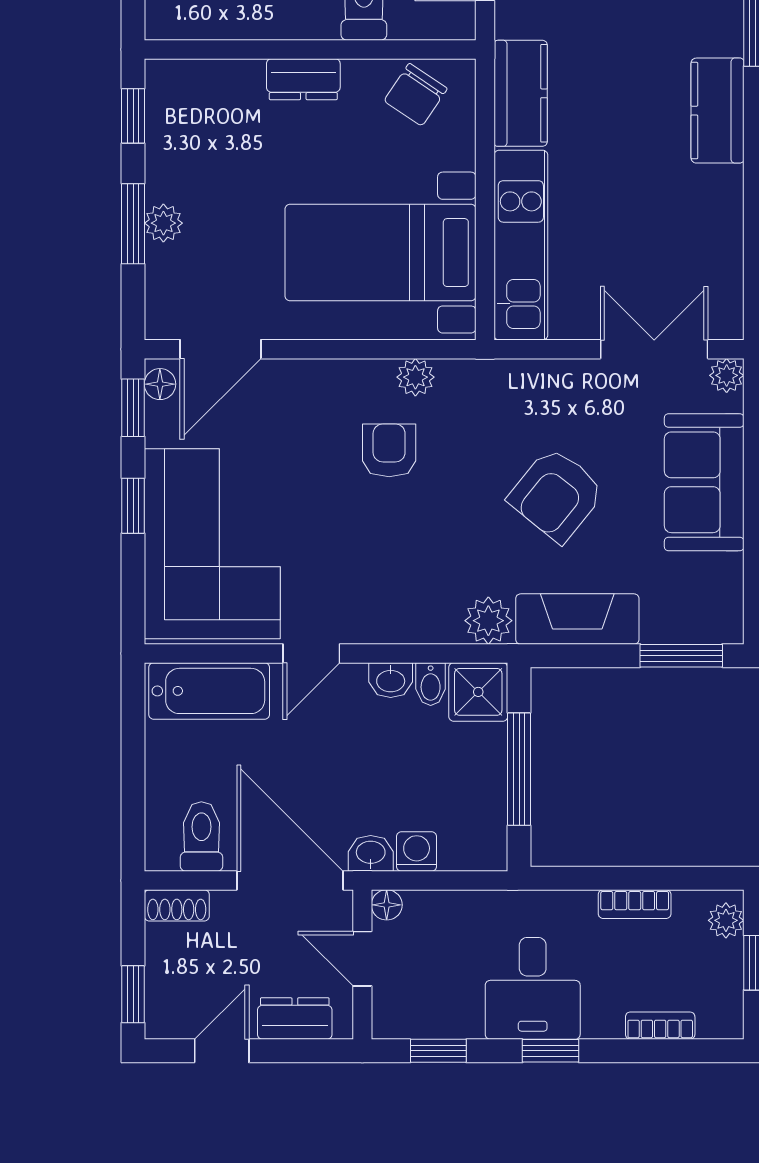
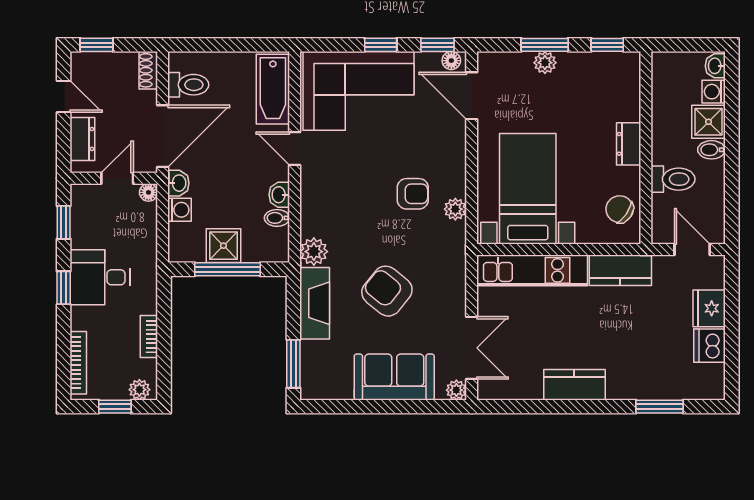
kitchen counter: (718, 111) -> (574, 385), moved
shower: (478, 692) -> (223, 246), moved
bookcase: (660, 1026) -> (78, 363), width x1.56

